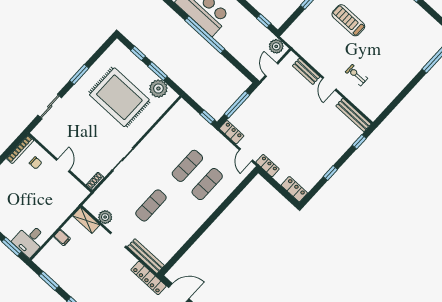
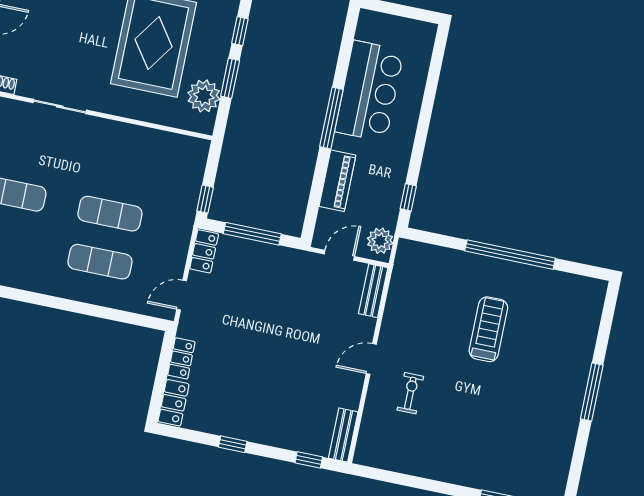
window: (205, 35) -> (331, 118), width x0.68
piano: (236, 50) -> (337, 181), added
bench: (306, 71) -> (373, 291), moved
bench: (353, 115) -> (343, 435), width x0.73
locker: (268, 166) -> (181, 358), moved

